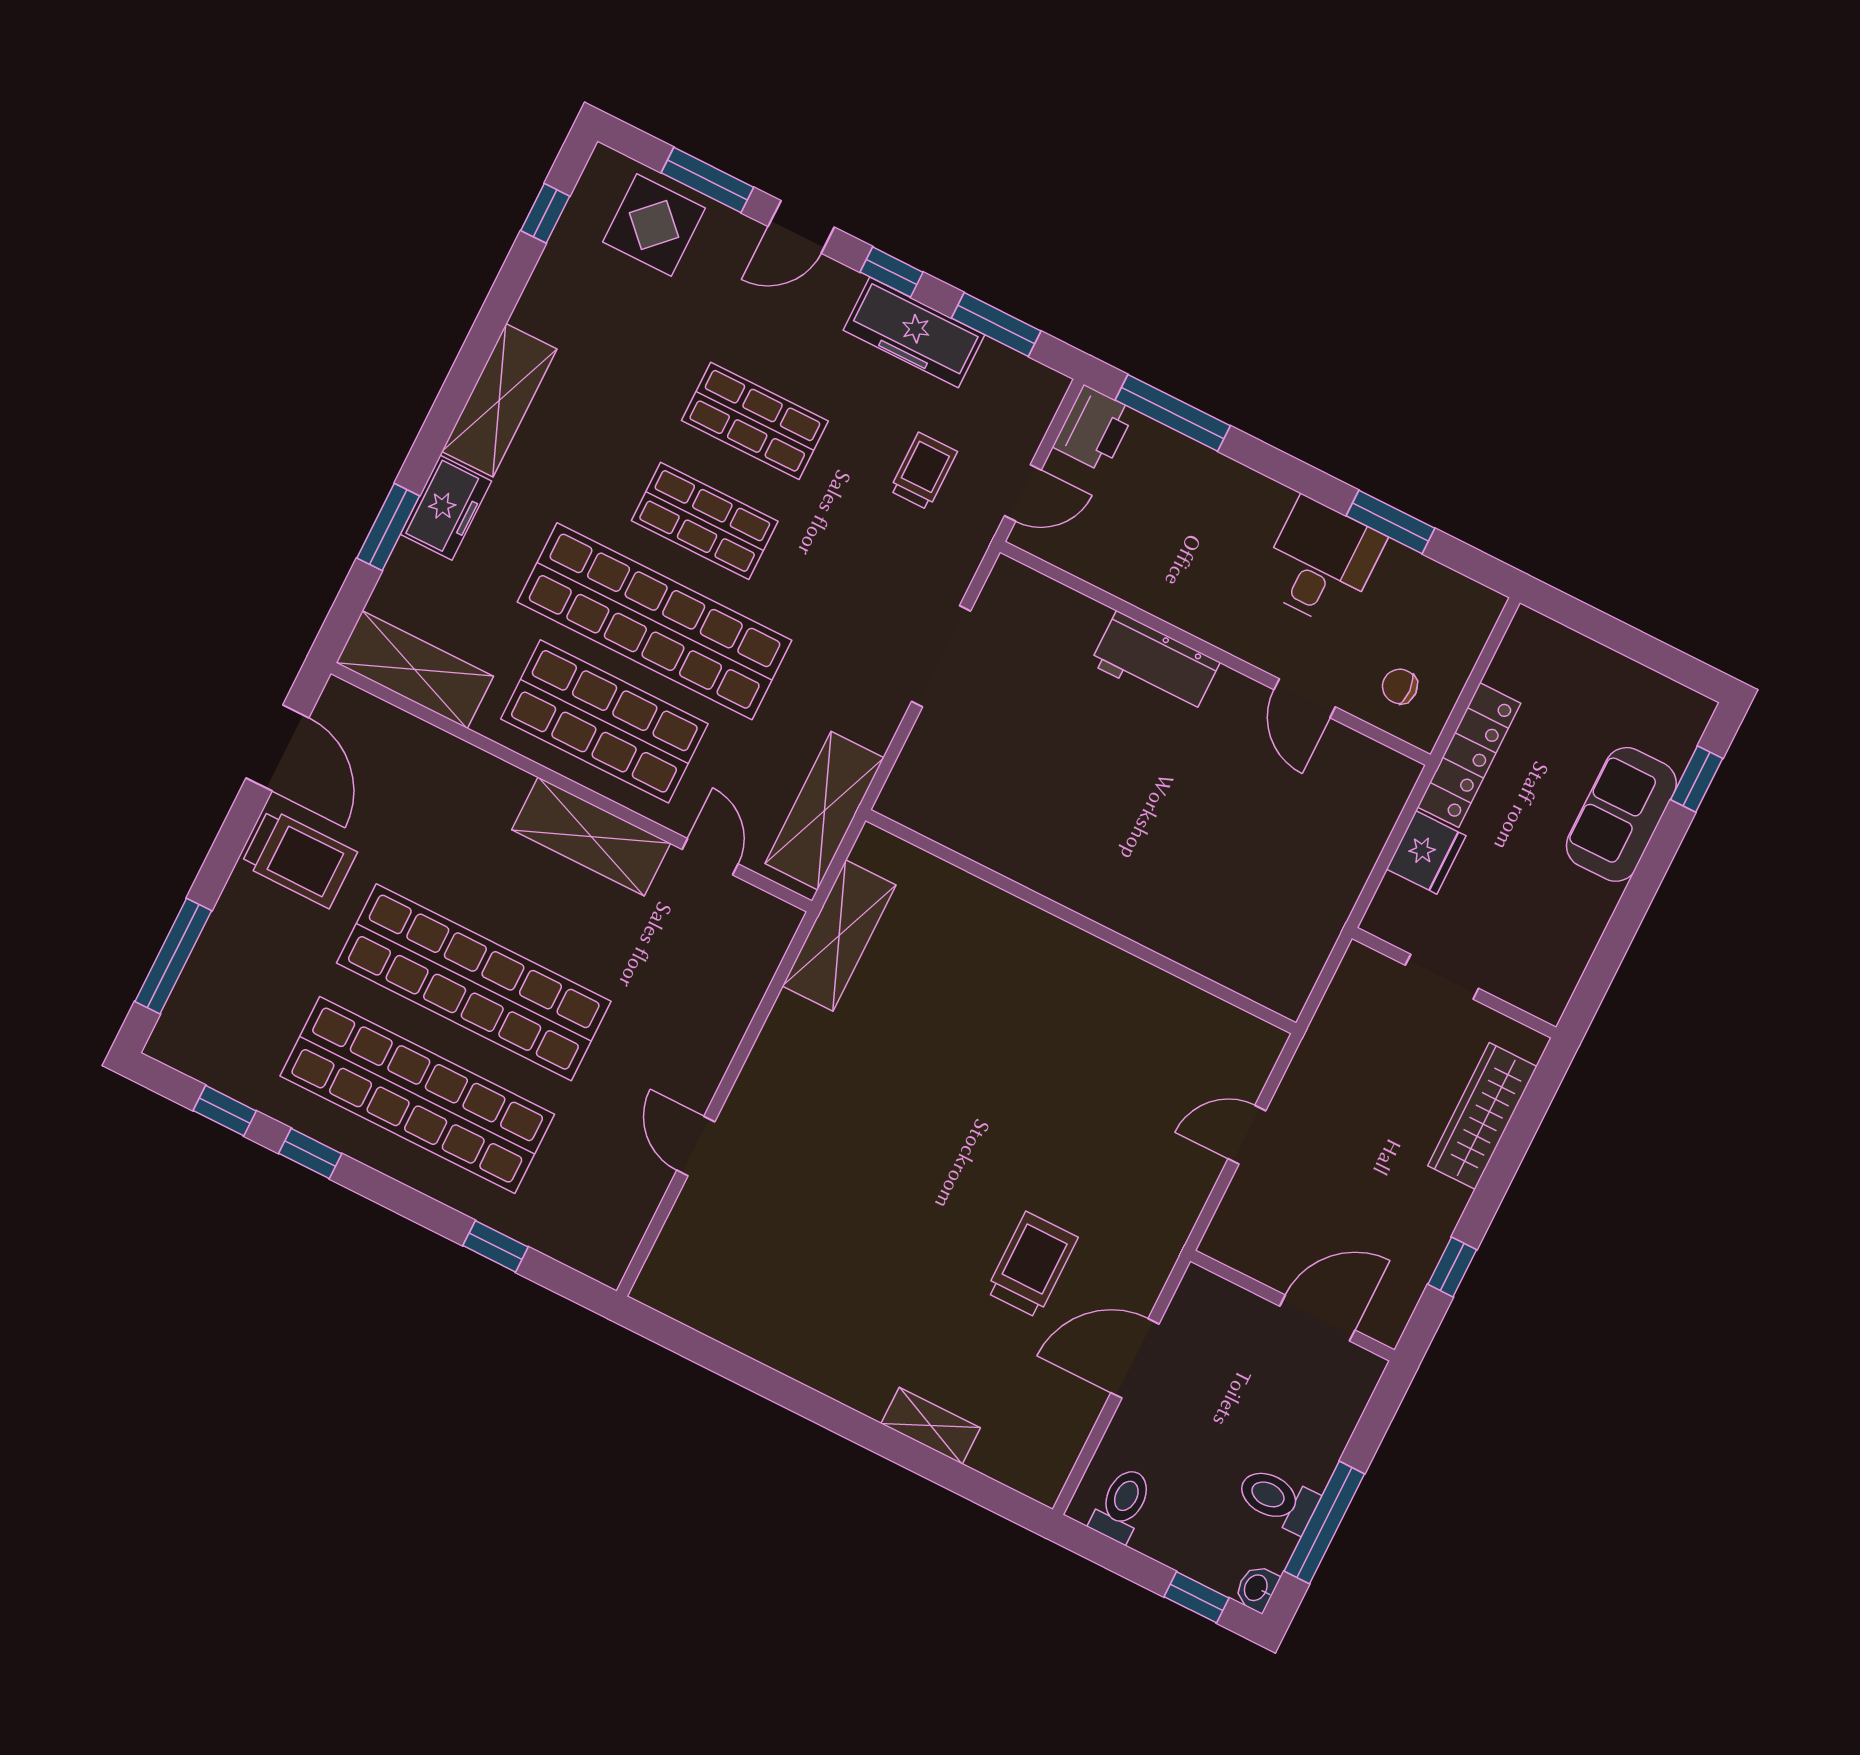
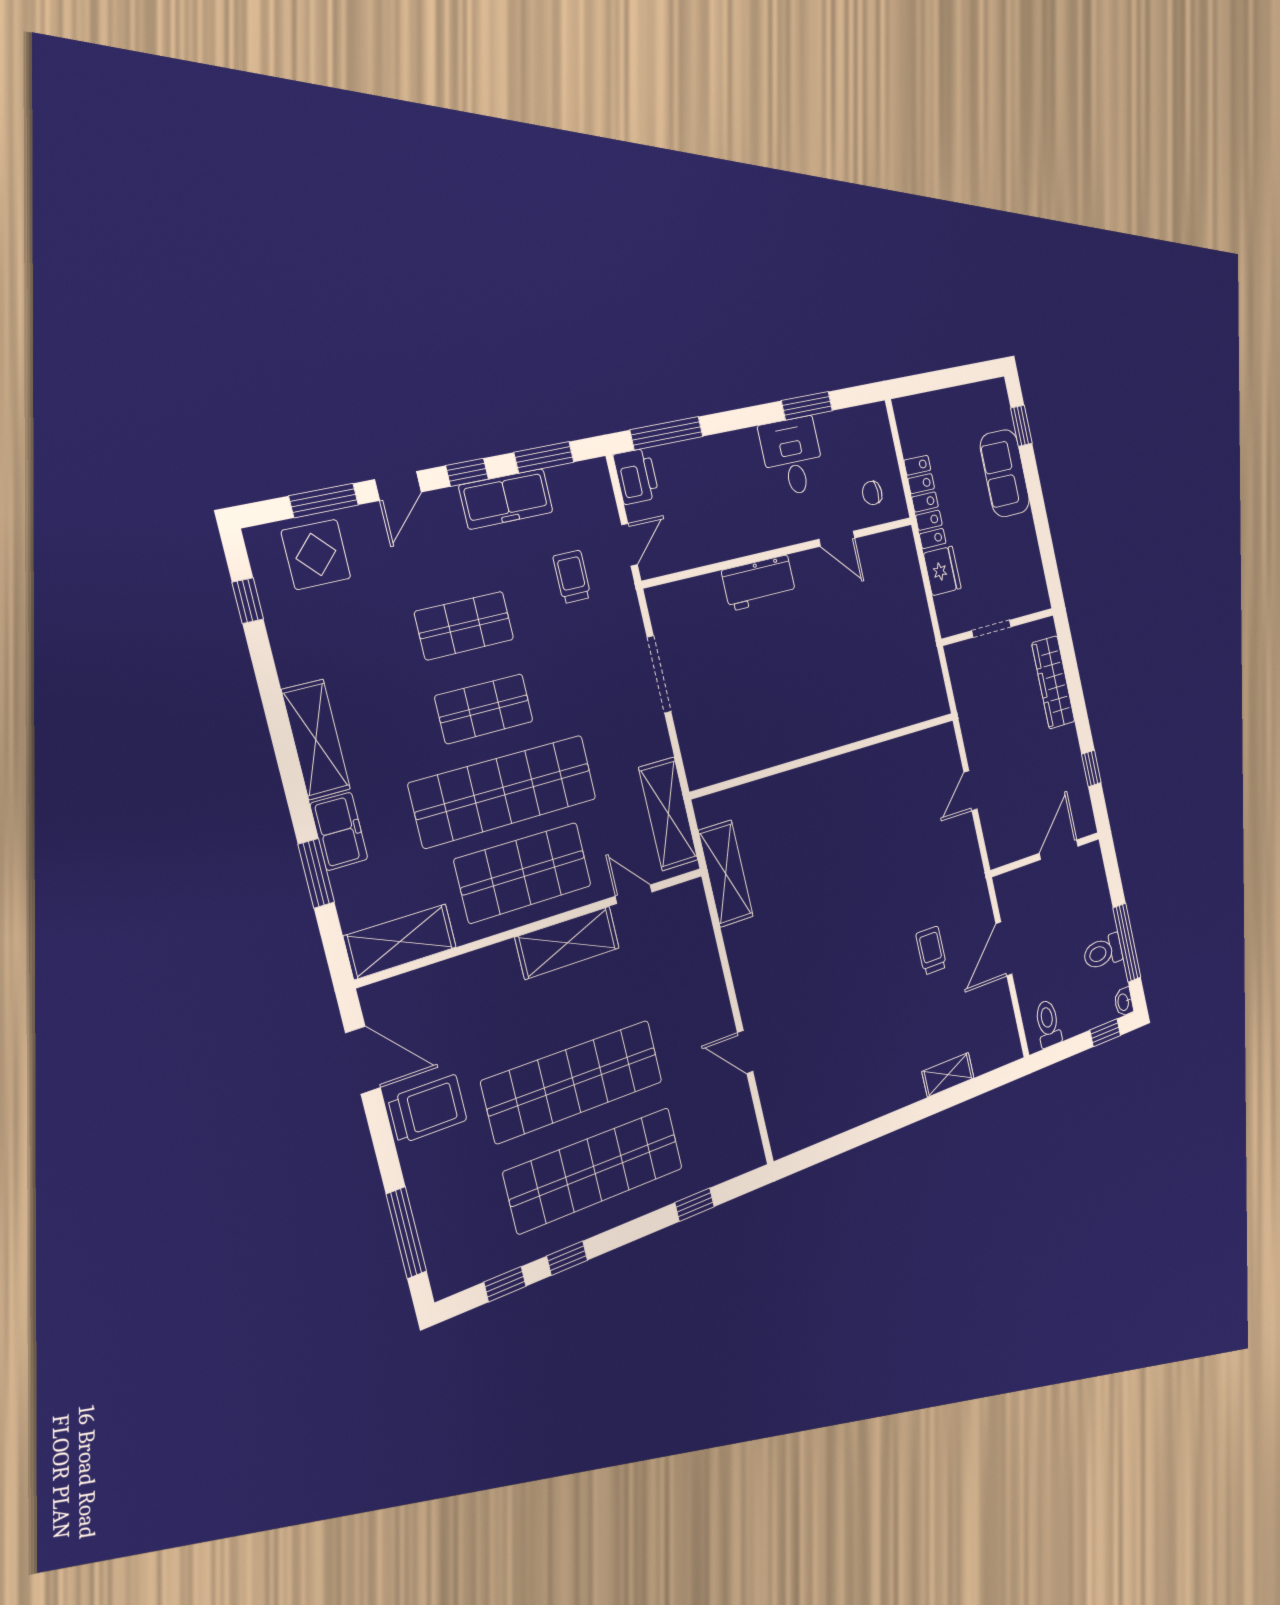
trolley: (1032, 1265) -> (931, 950), width x0.73, depth x0.72

